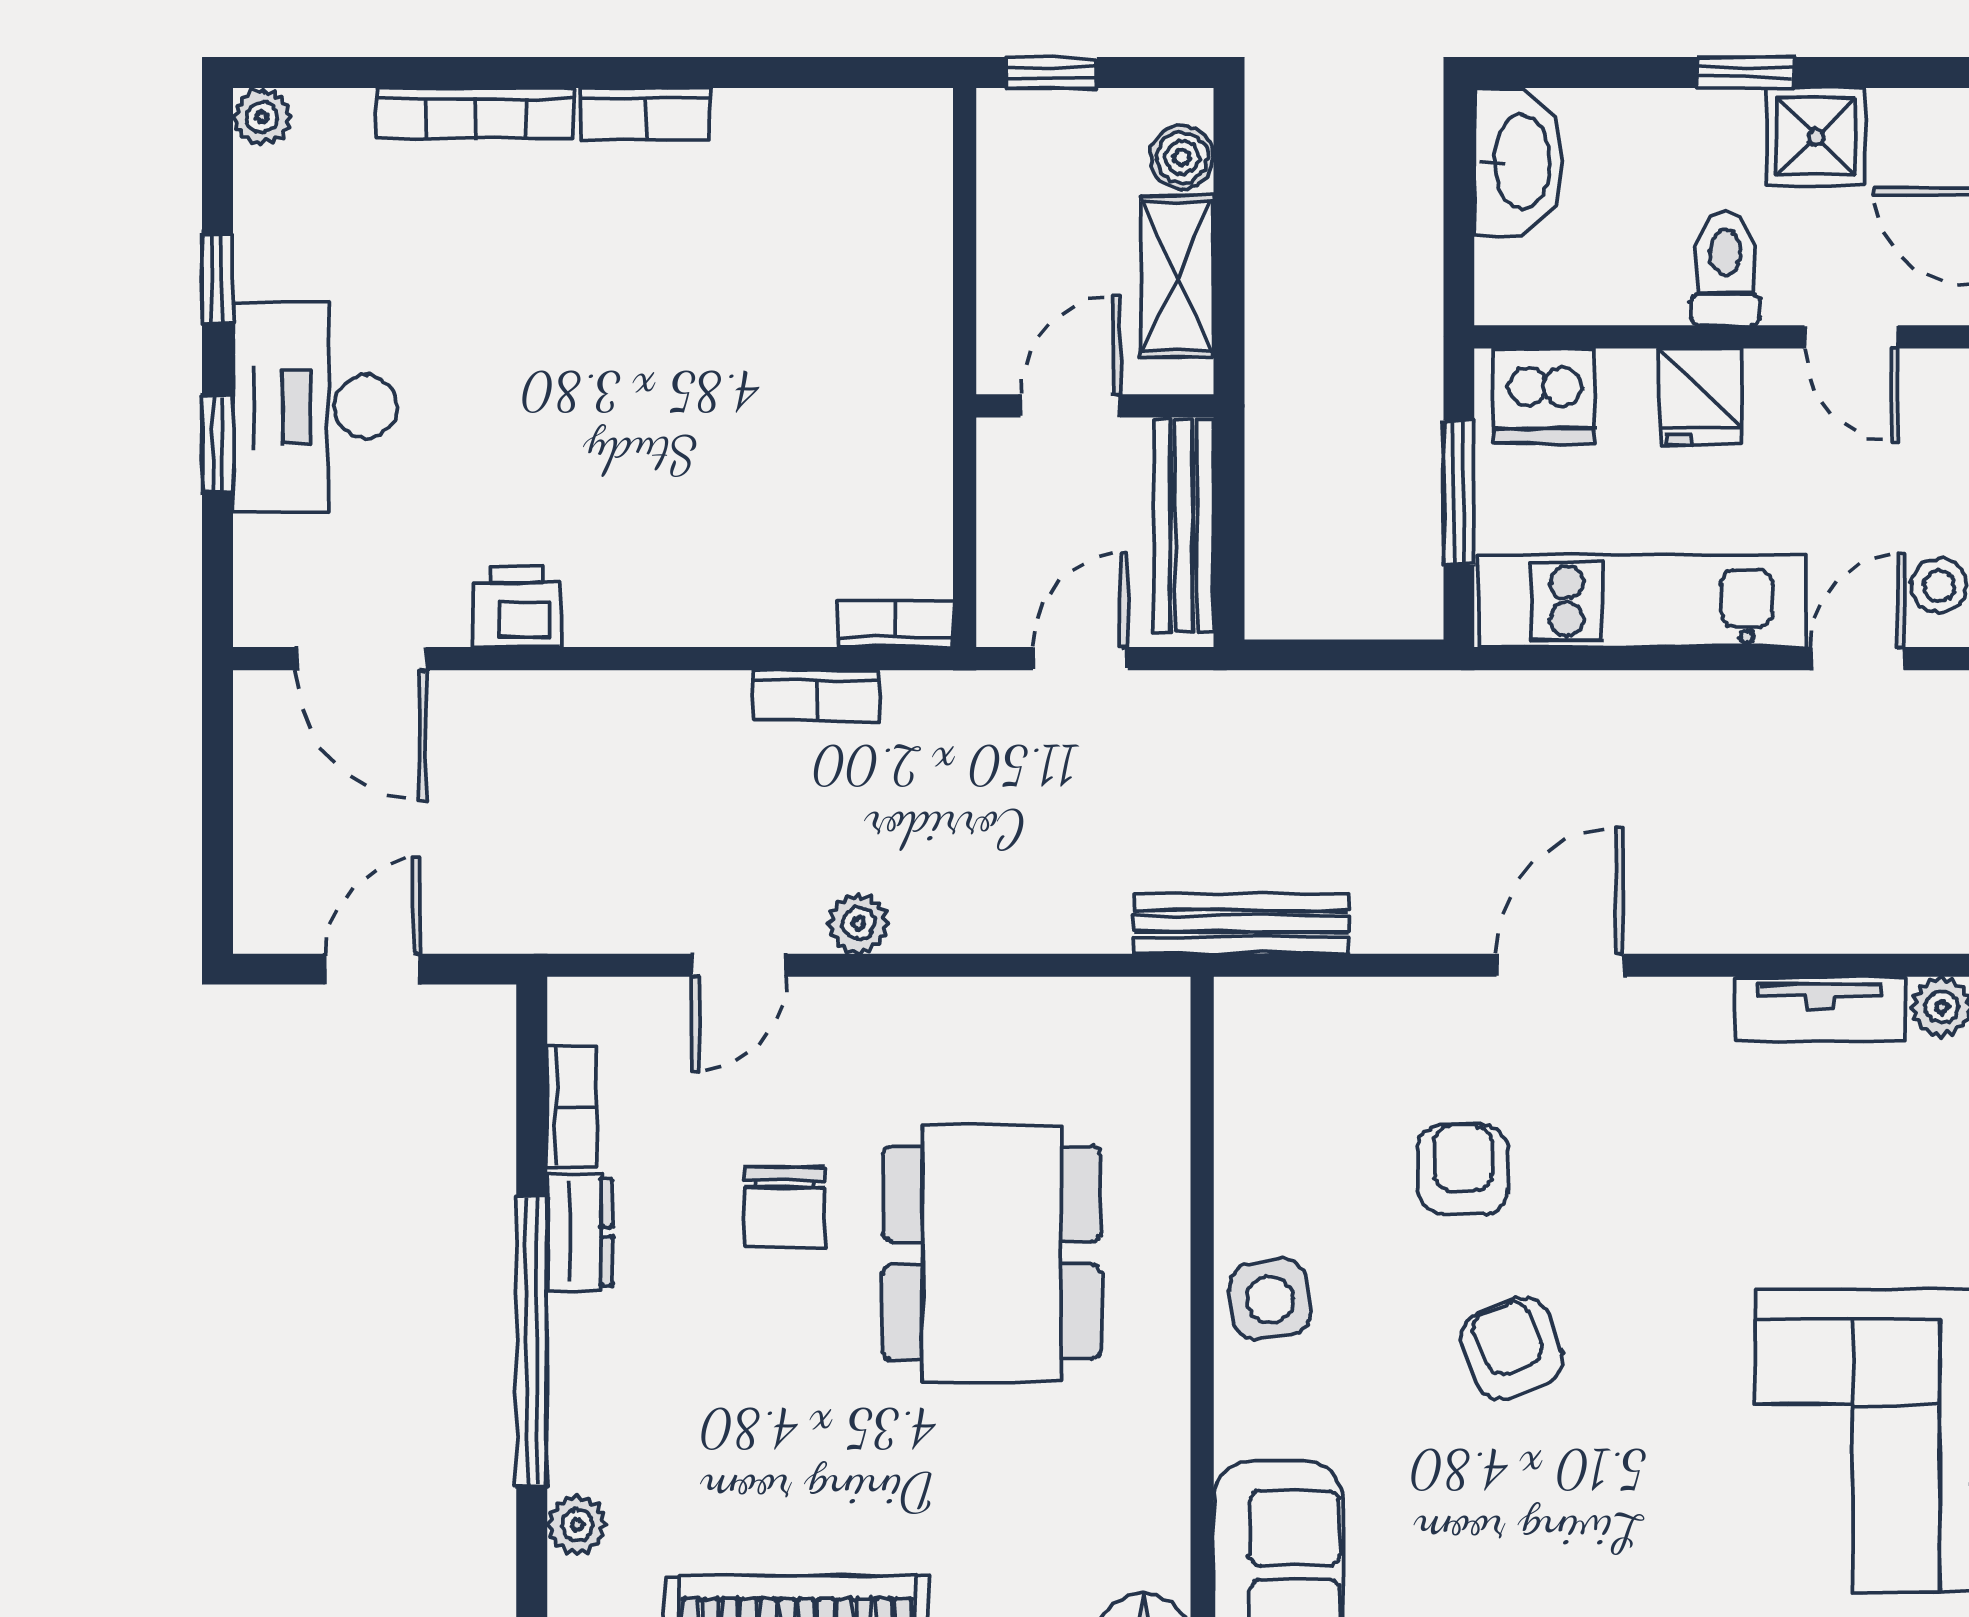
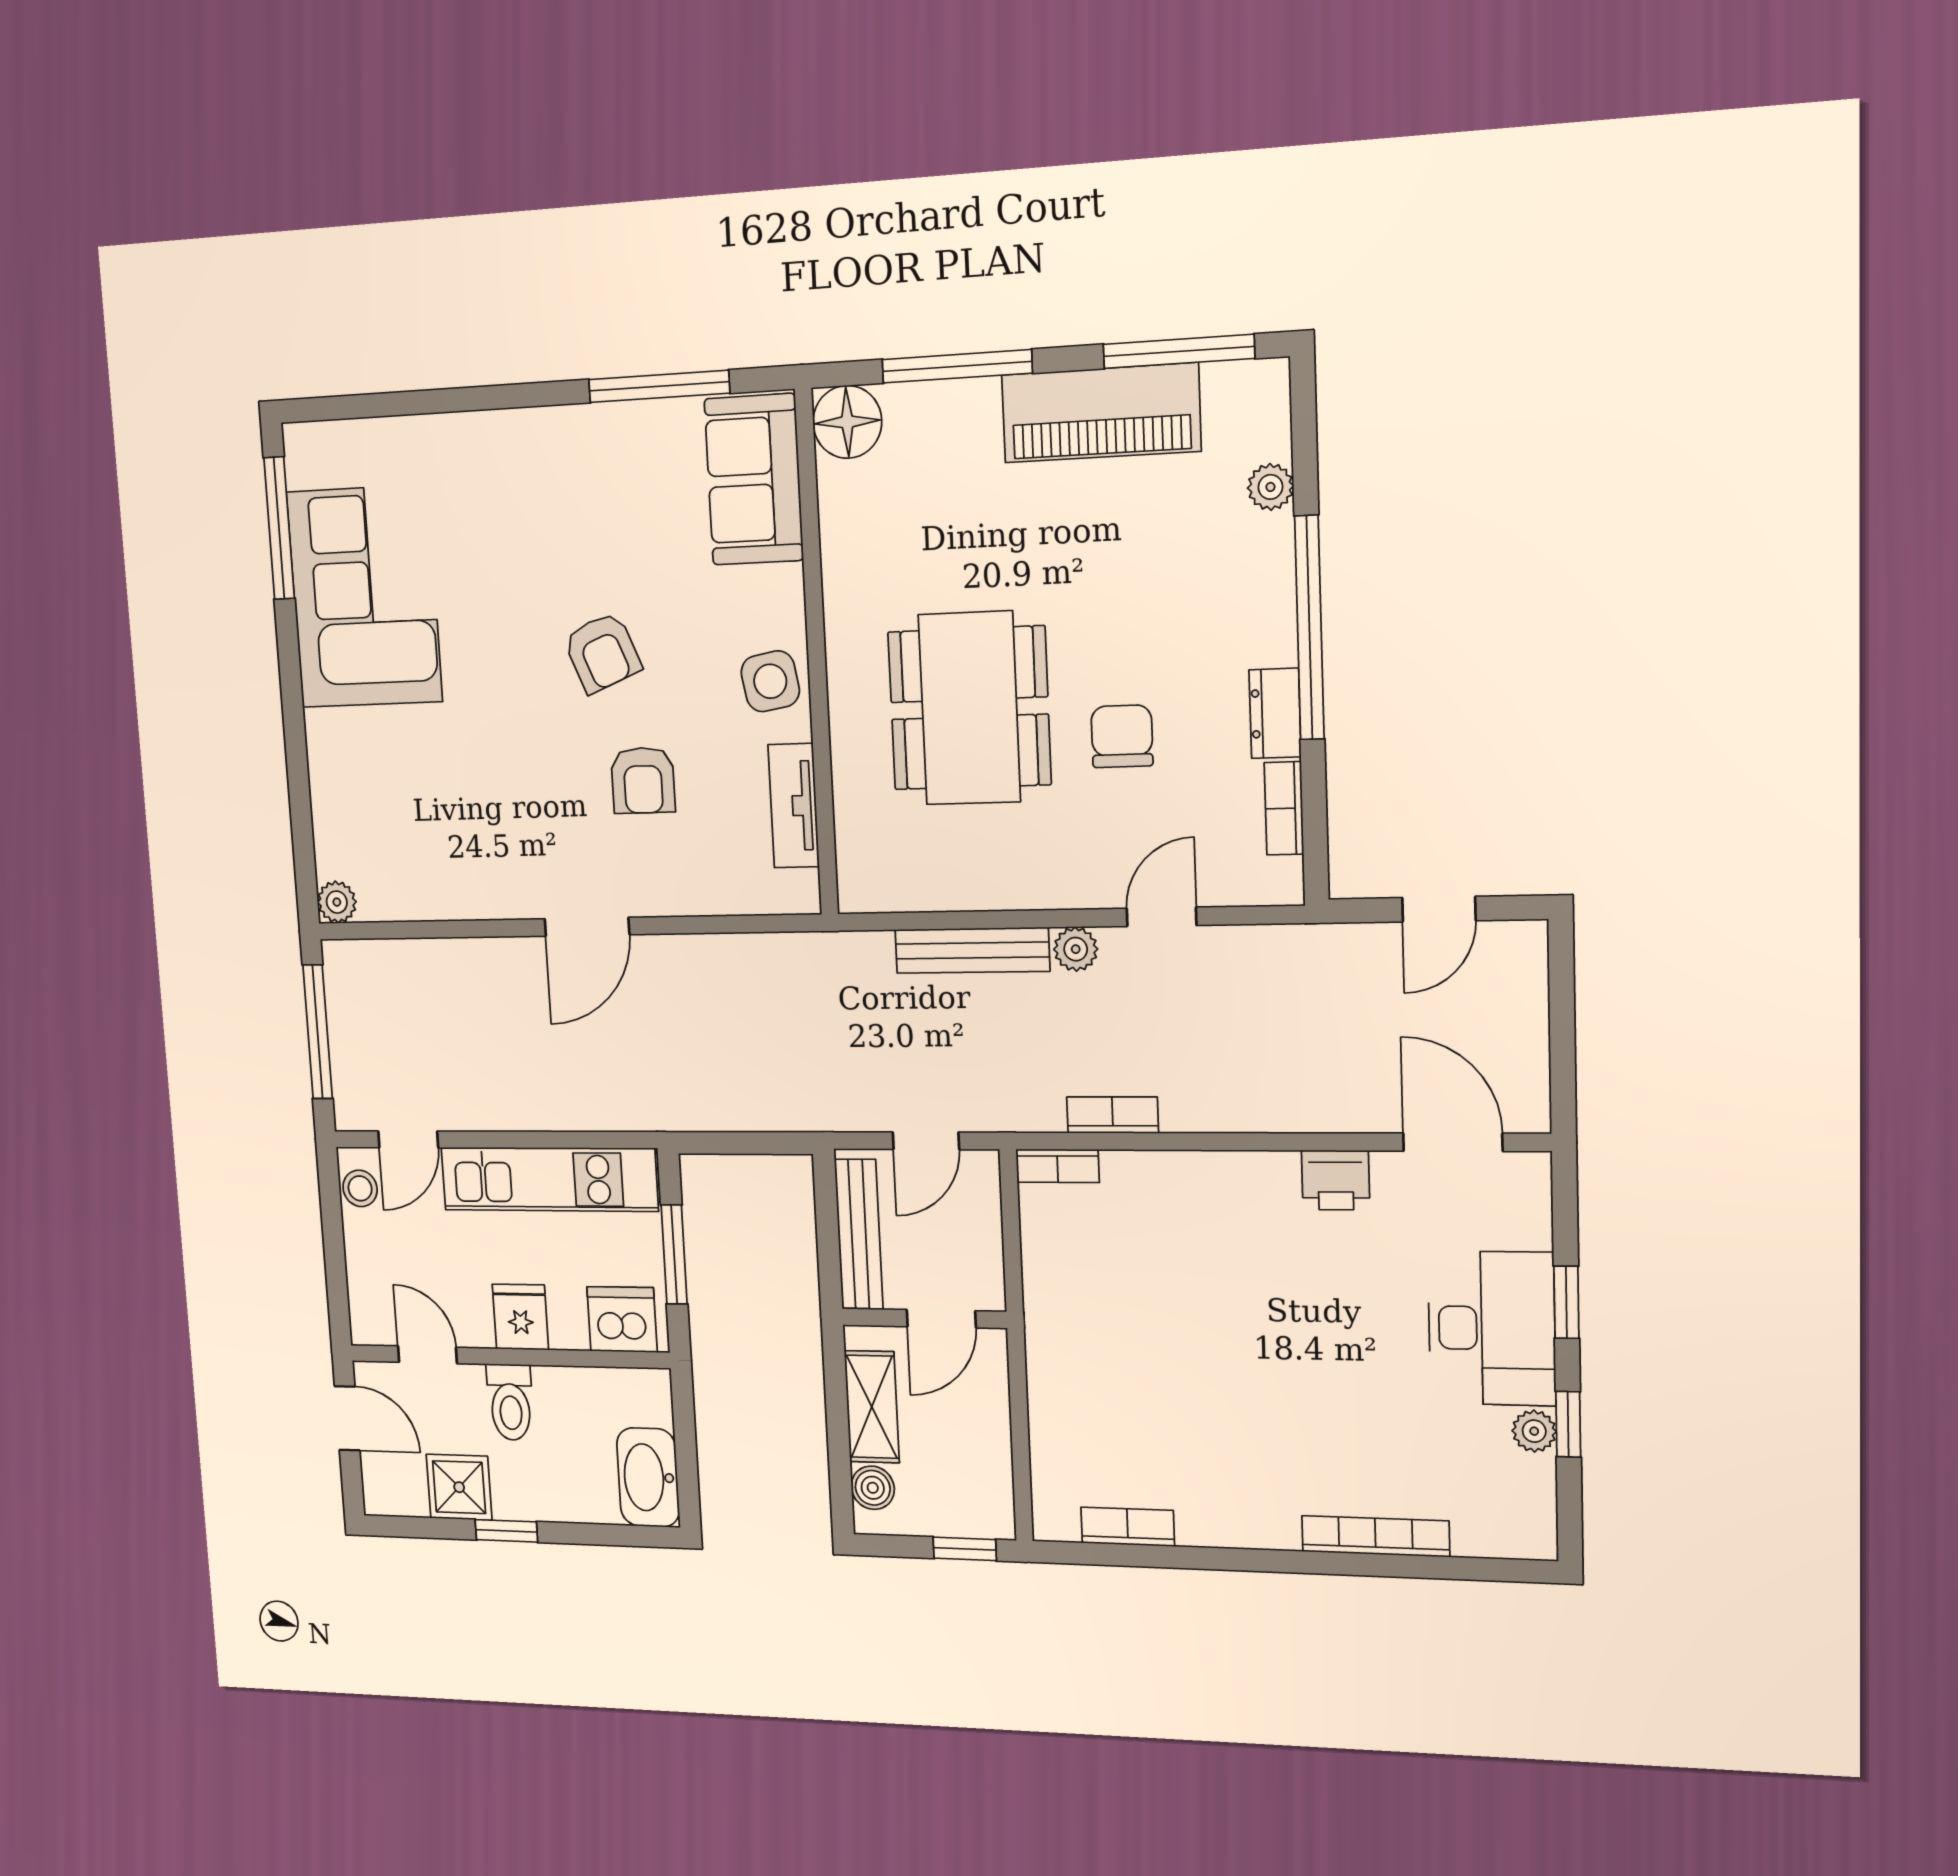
bookcase: (646, 114) -> (1128, 1527), moved
plant: (262, 117) -> (1534, 1431), moved
bench: (1241, 924) -> (972, 950), moved
tv unit: (1820, 1009) -> (794, 806), moved, turned -90

